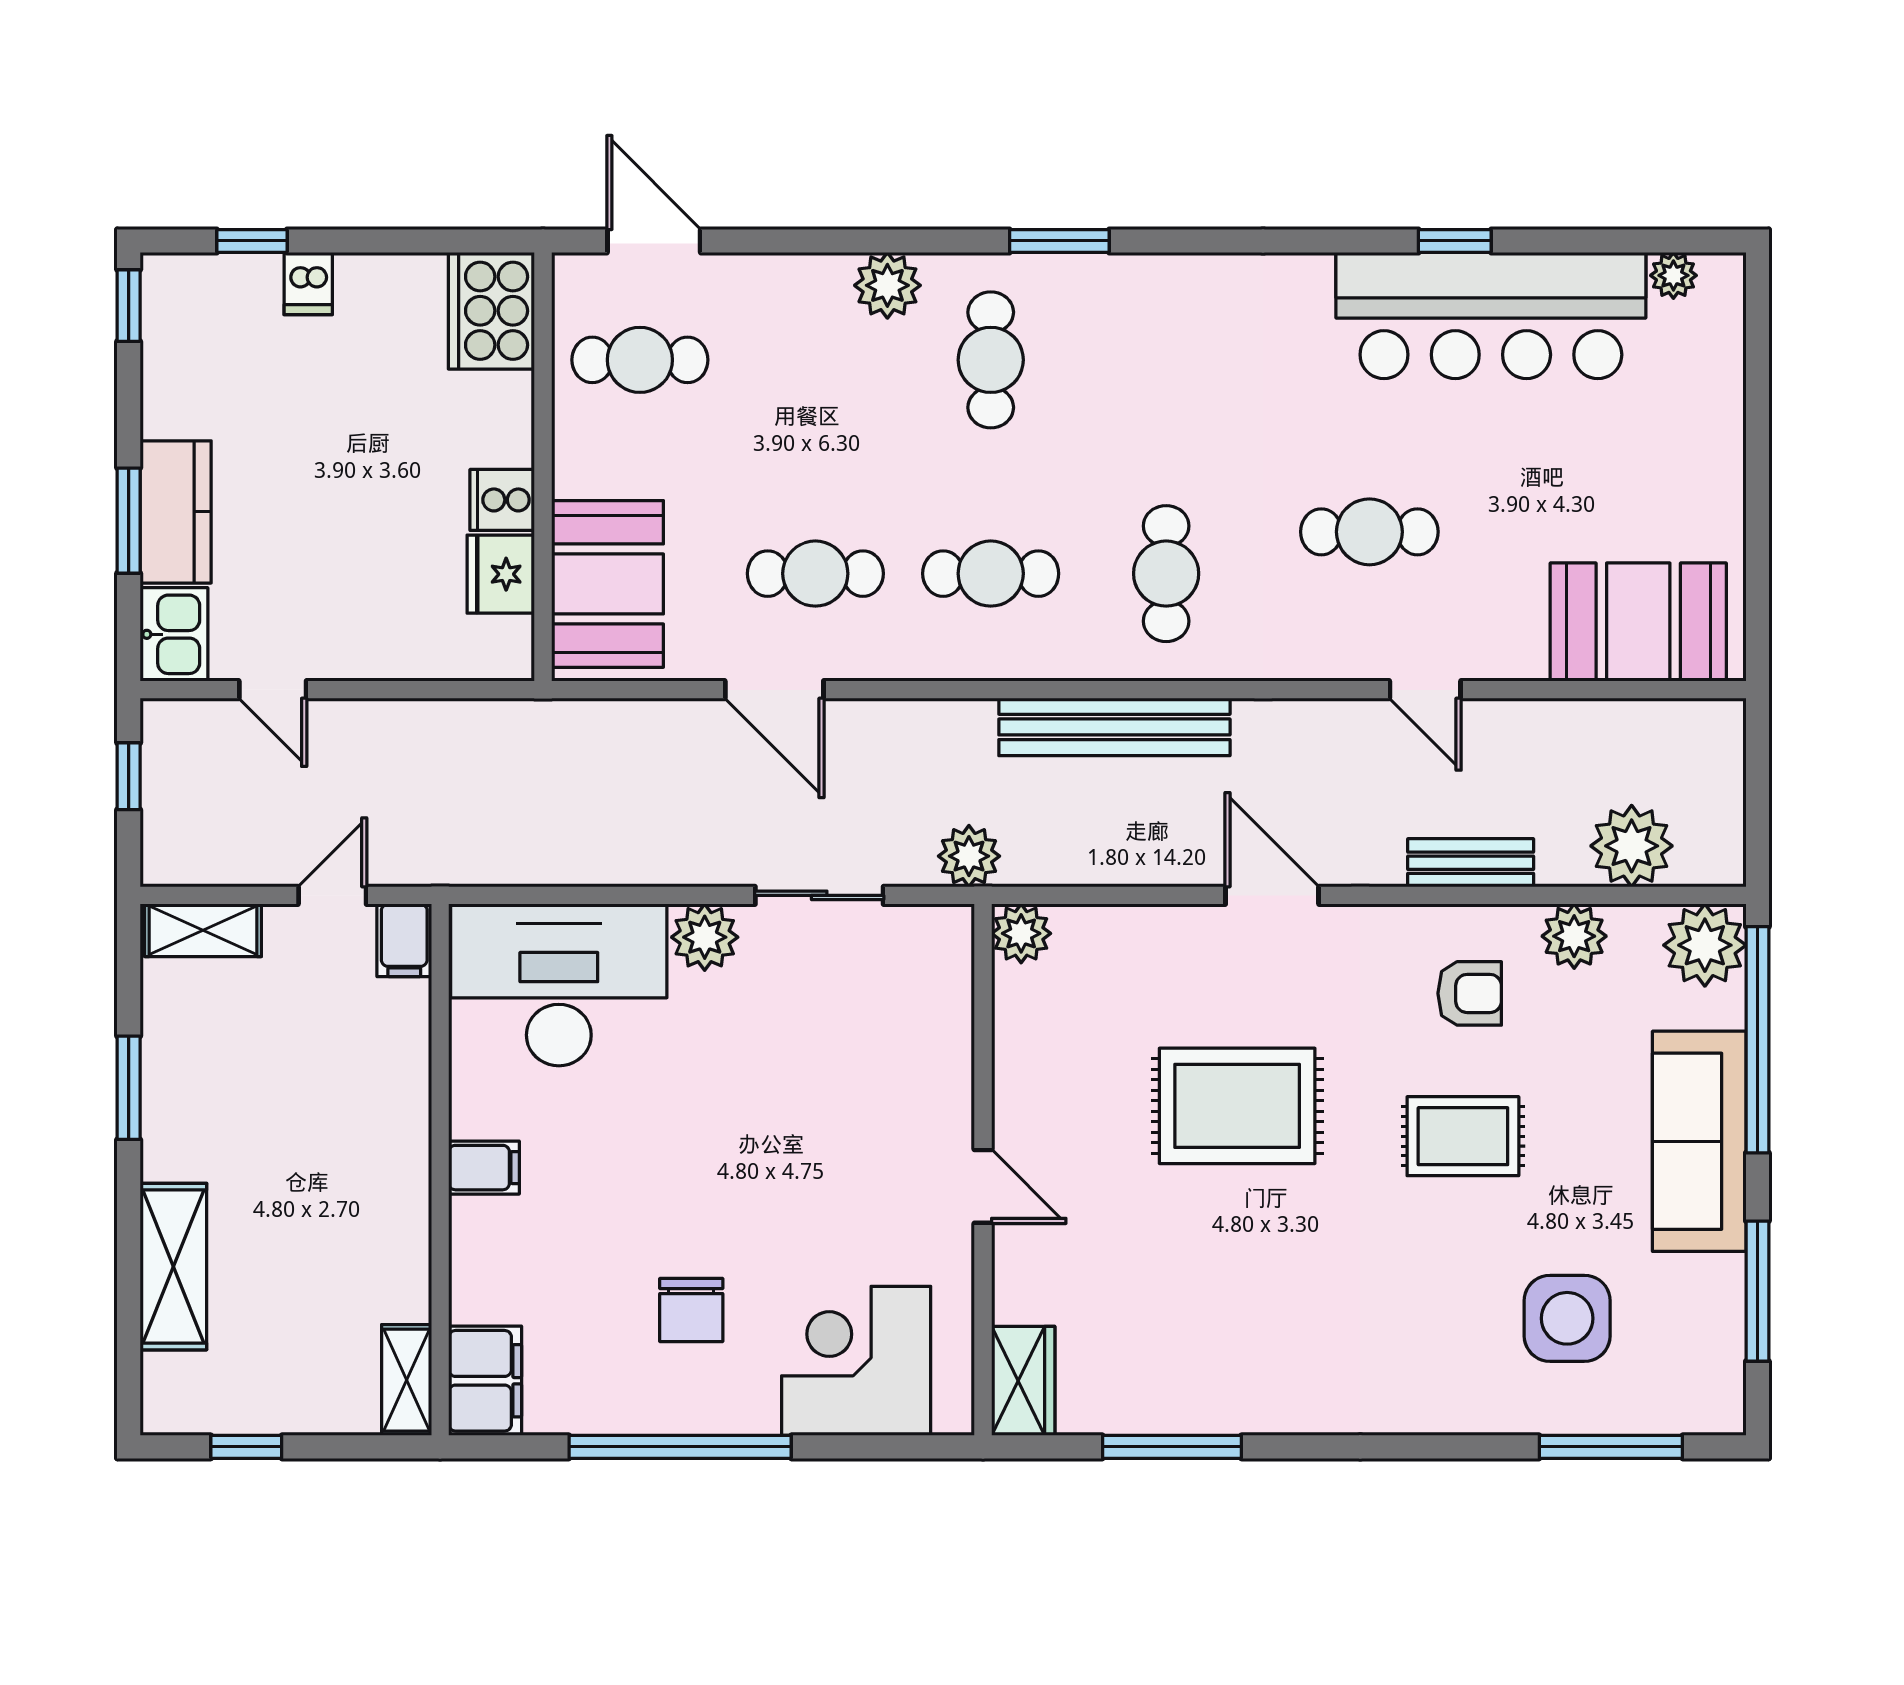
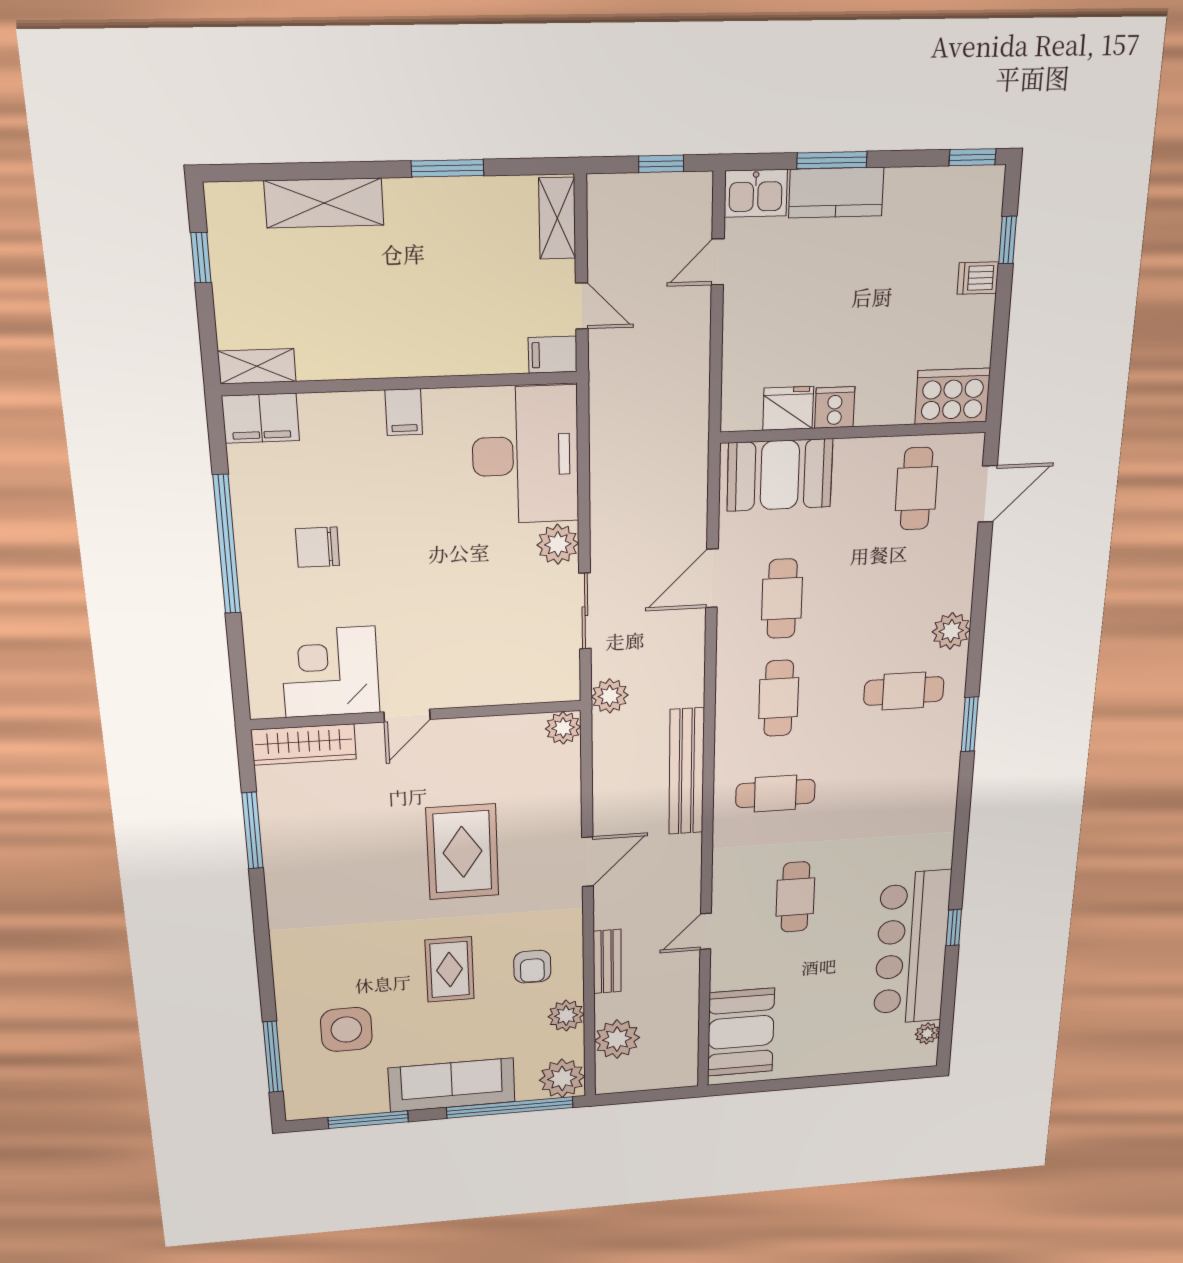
corner desk: (856, 1361) -> (330, 672), moved, turned -90
wardrobe: (1023, 1381) -> (304, 744), width x1.50

